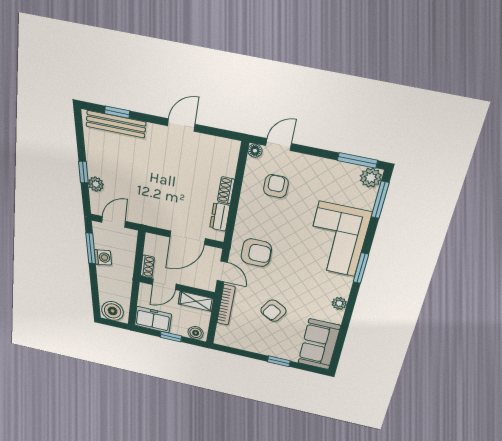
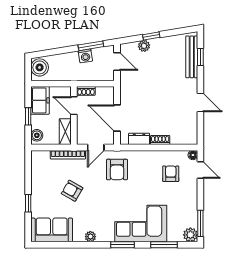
armchair: (276, 186) -> (171, 174), turned -90
window: (380, 200) -> (164, 245), moved

